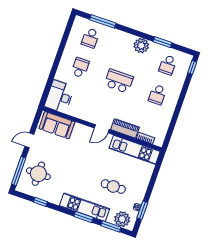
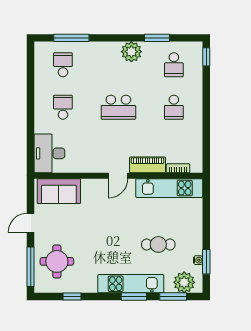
school desk: (90, 38) -> (63, 65), turned 180
school desk: (119, 81) -> (118, 107), turned 180

